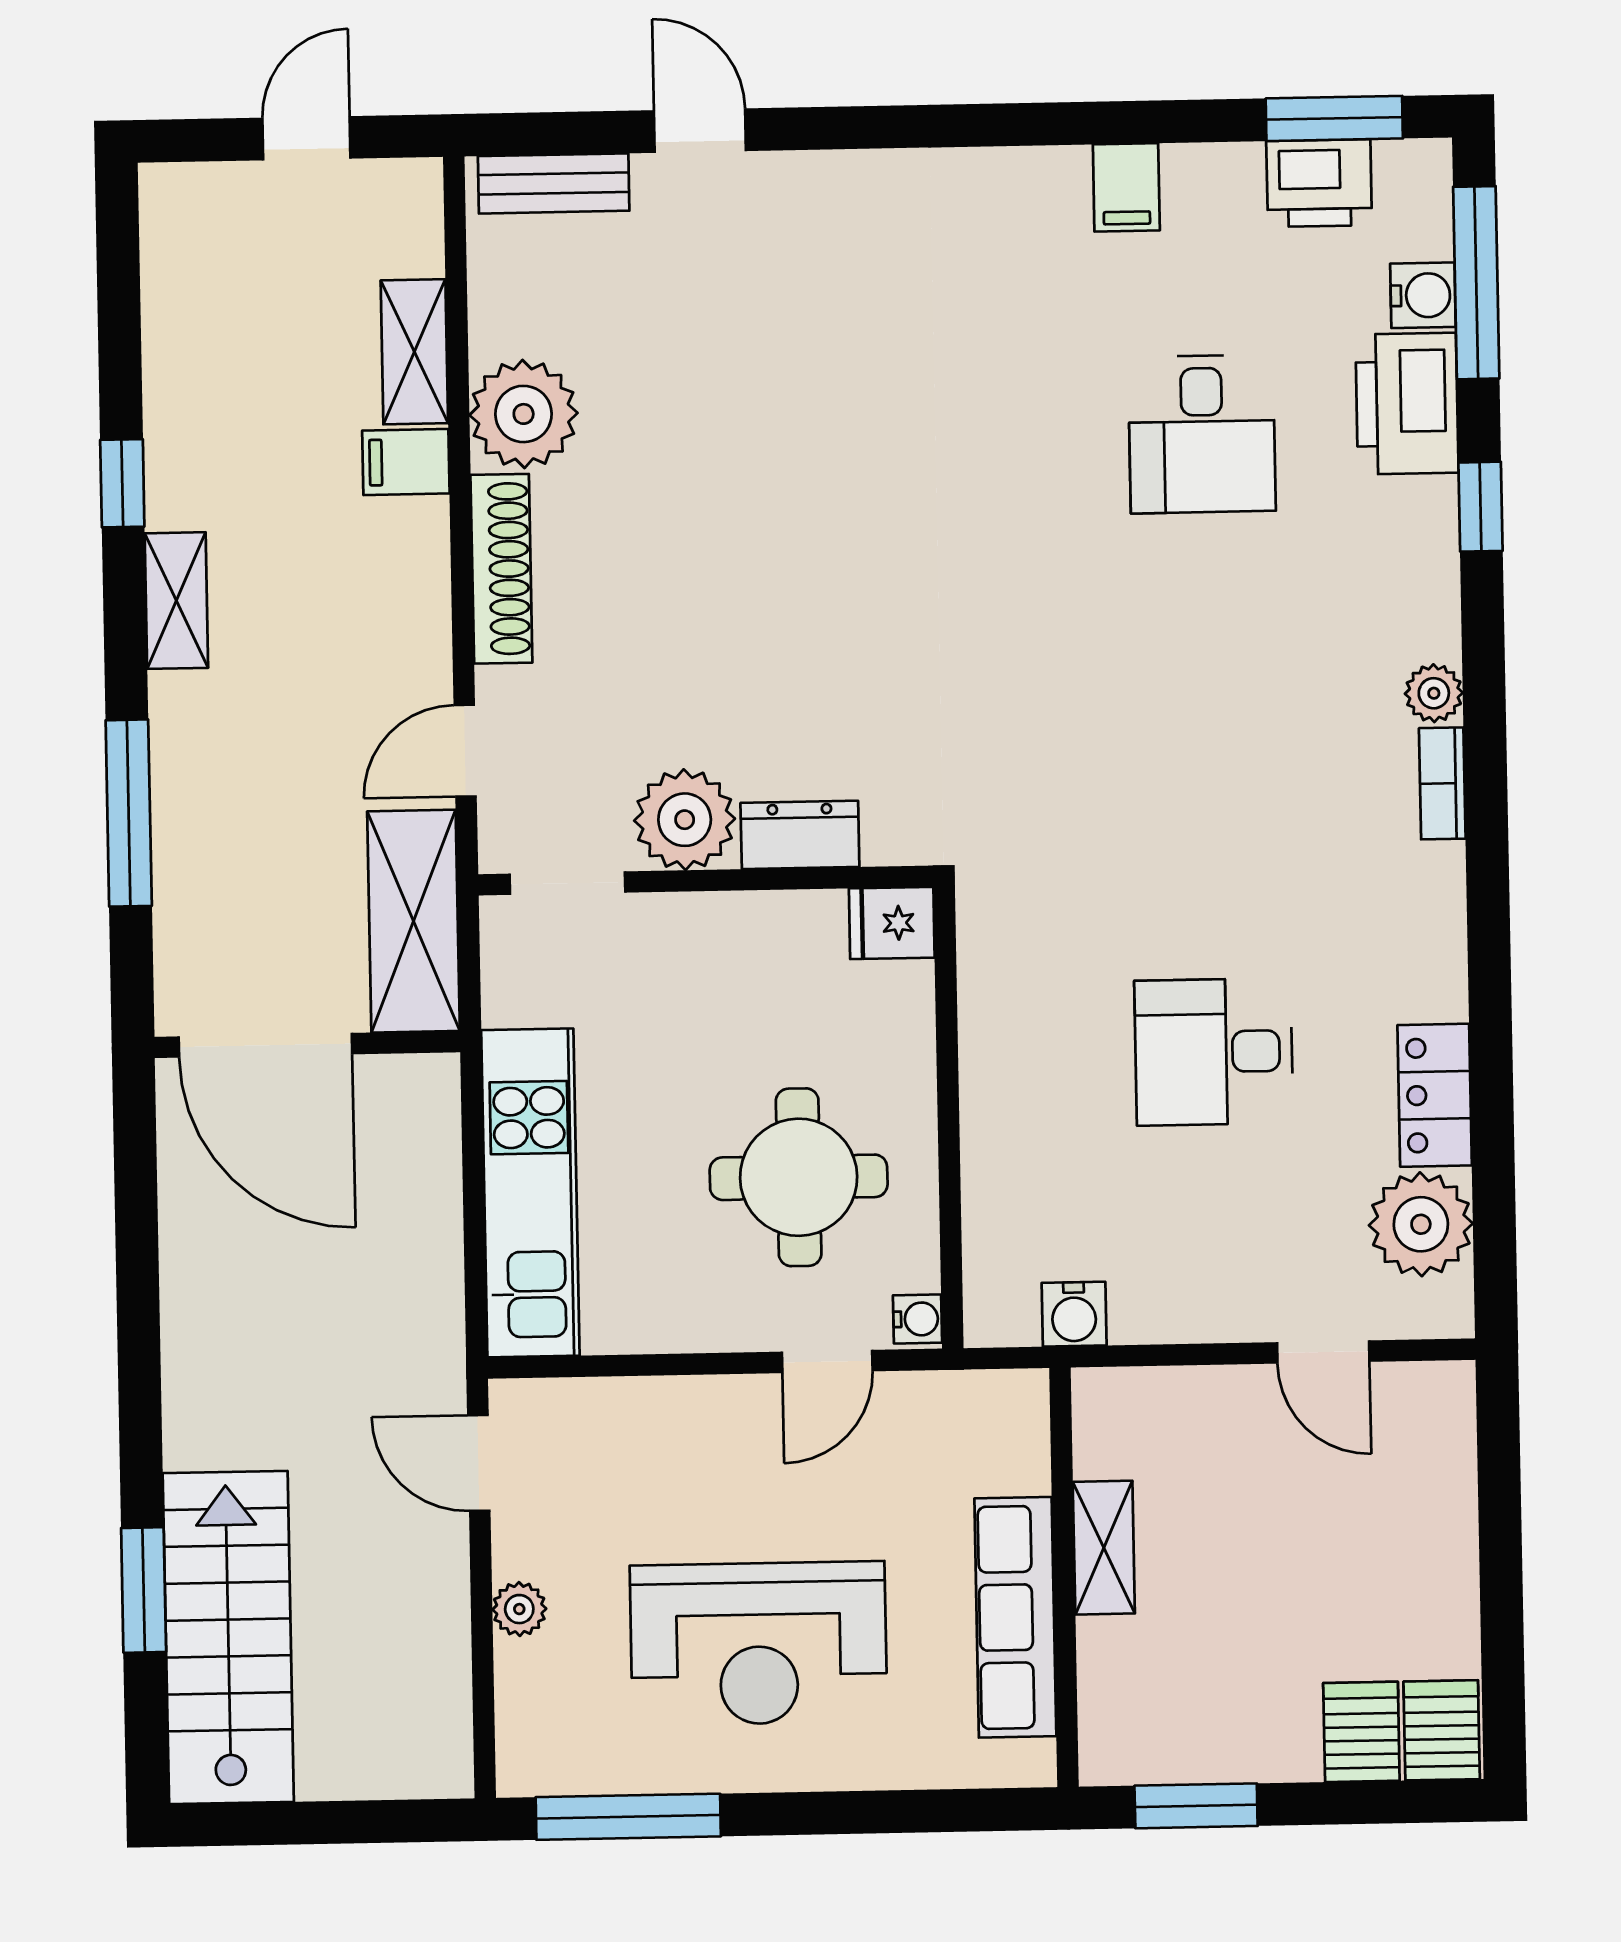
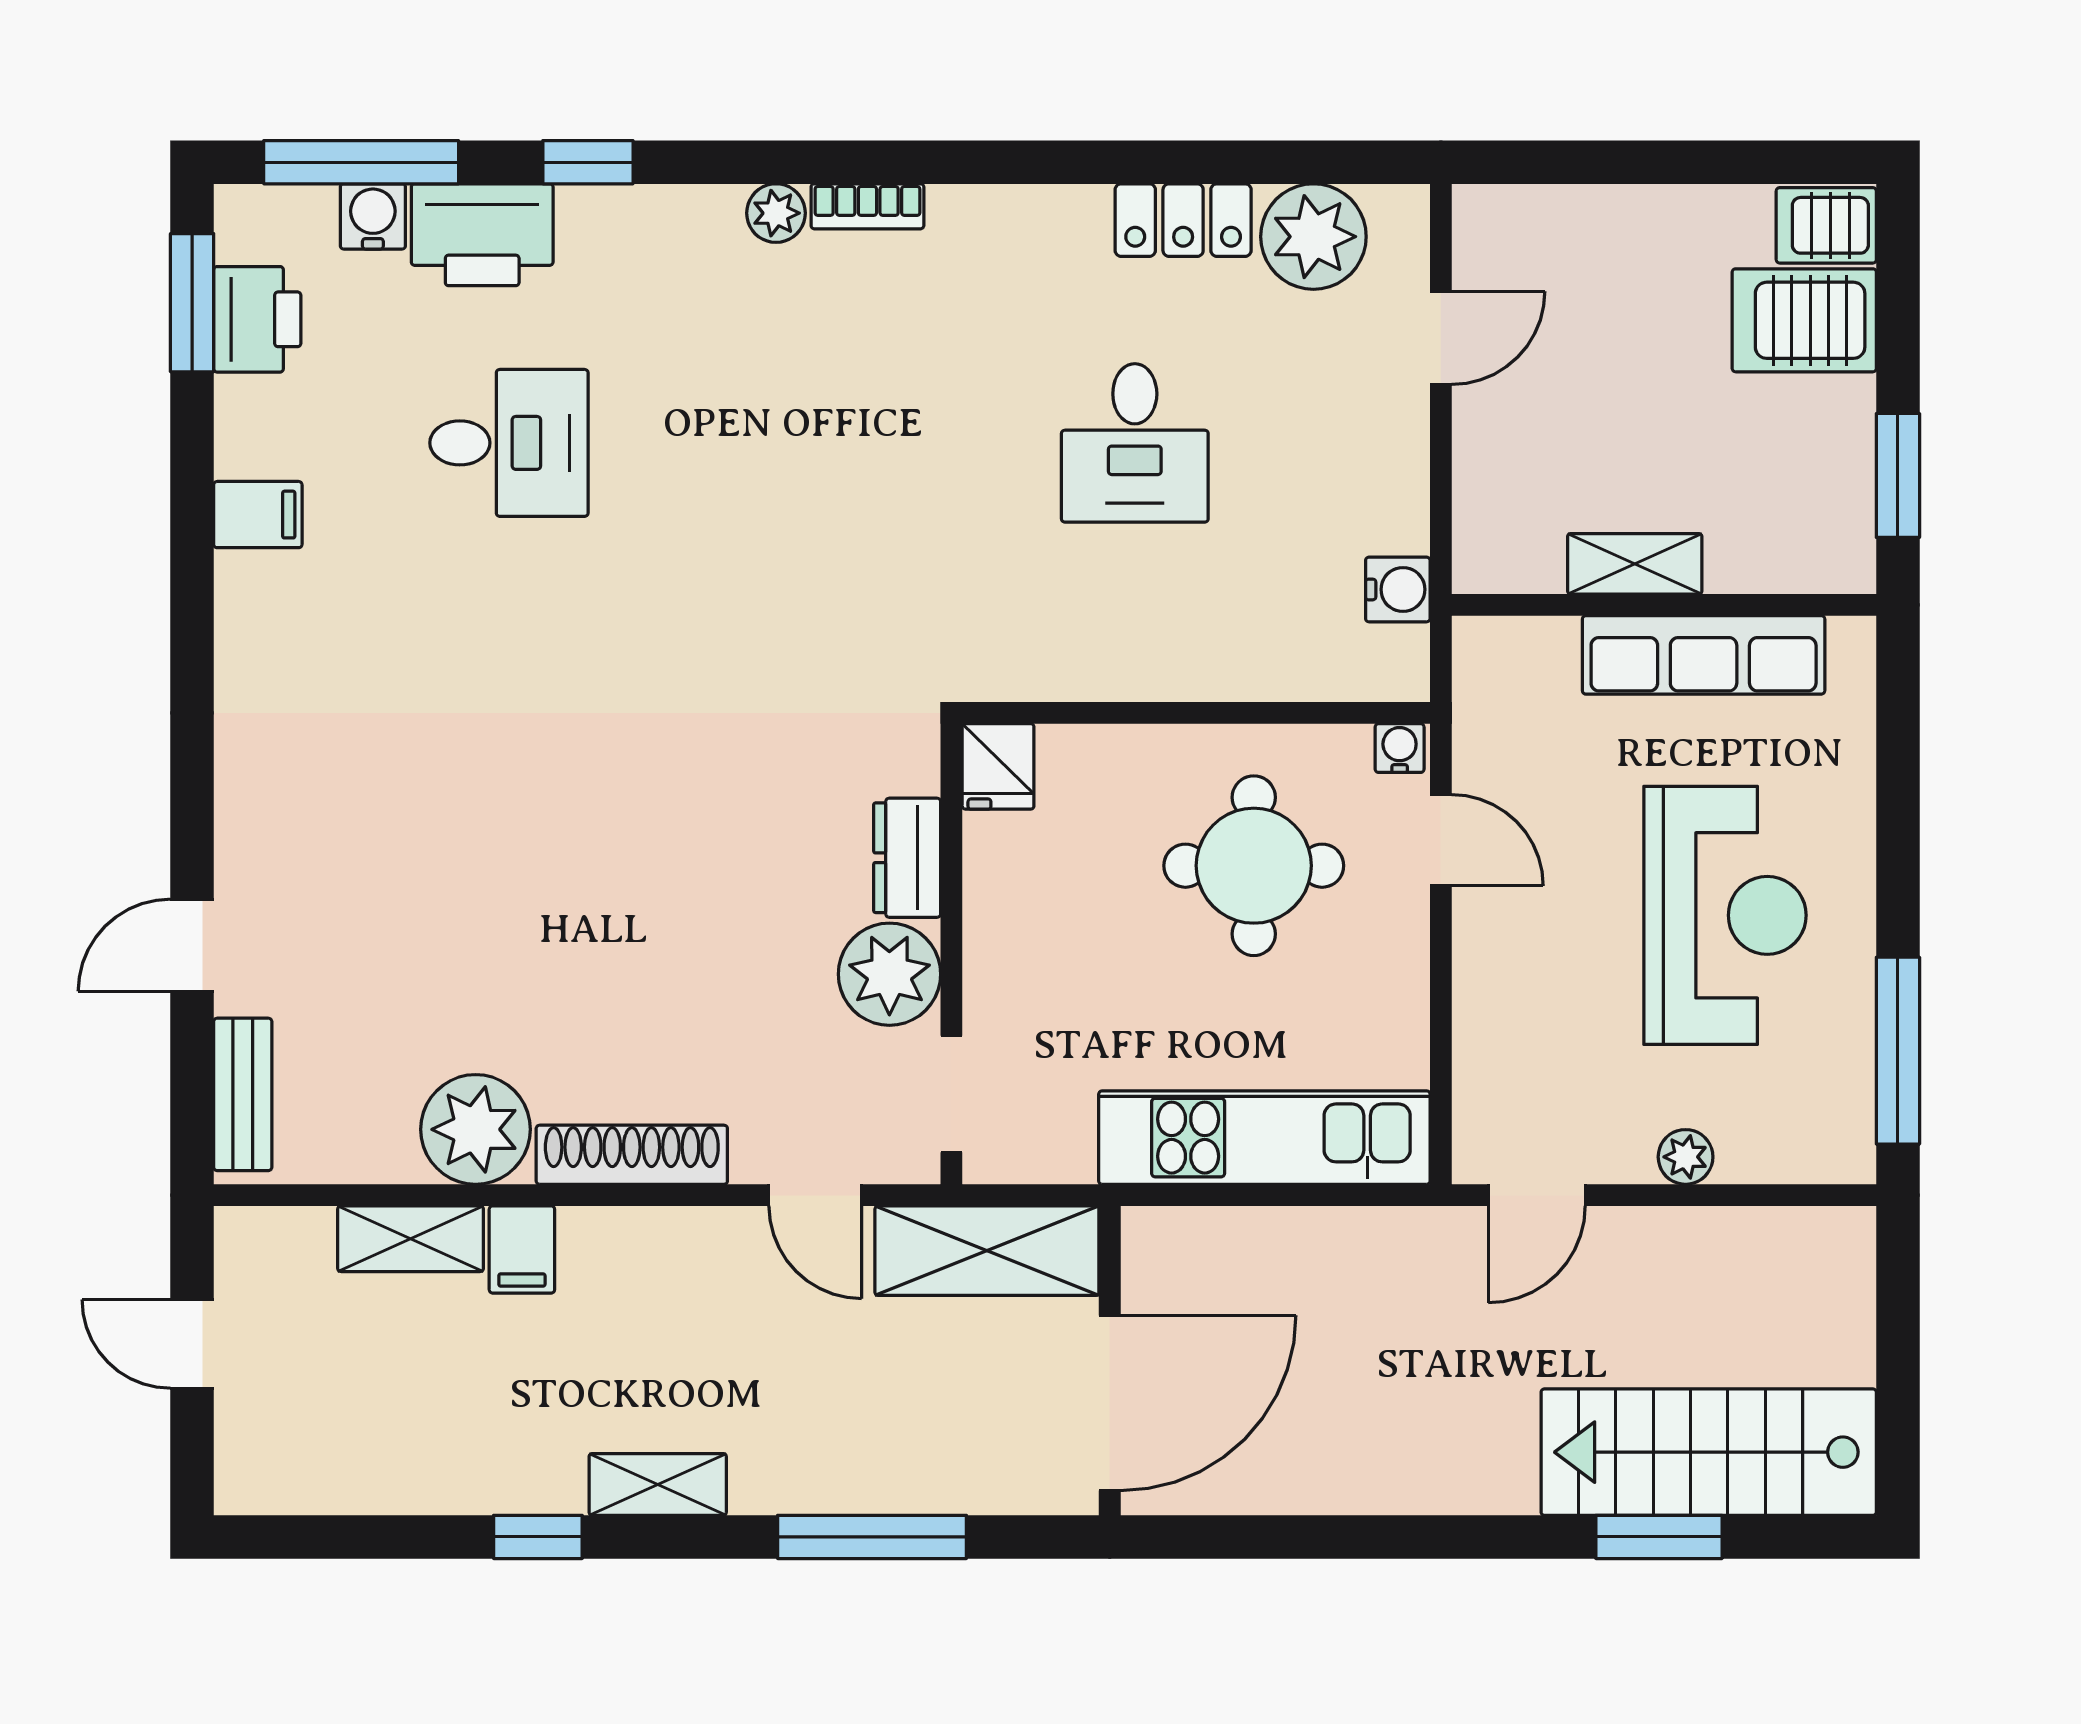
server rack: (1361, 1732) -> (1804, 320), width x1.36, depth x1.44

